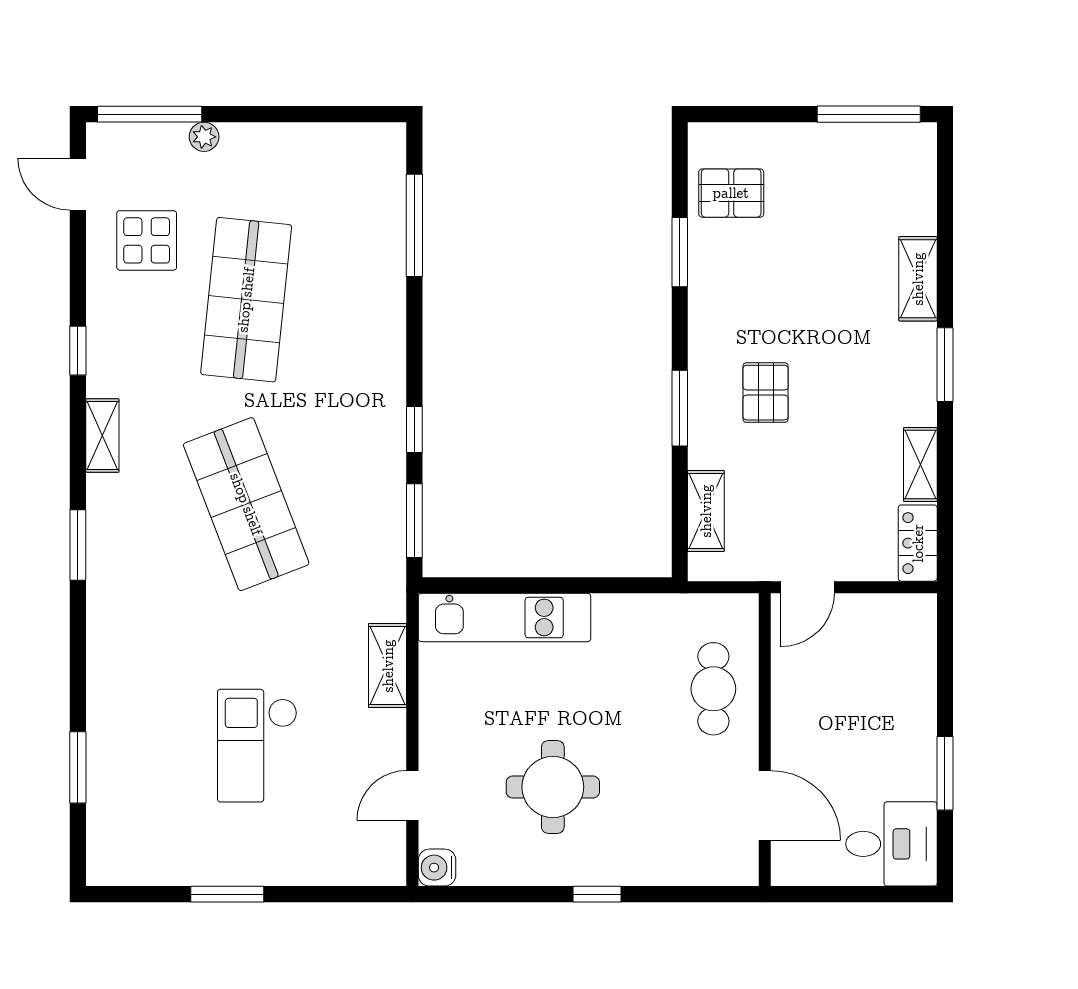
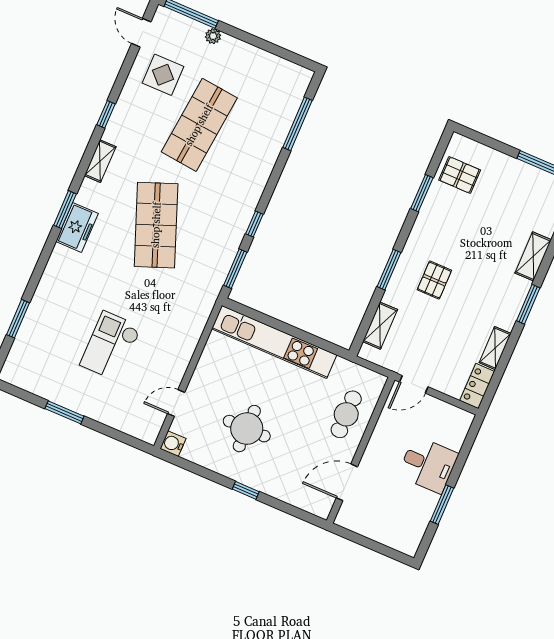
freezer: (112, 567) -> (77, 228), added
kitchen unit: (505, 617) -> (274, 342), width x1.36
shelving: (388, 666) -> (191, 334), removed
door: (765, 805) -> (347, 482), swing flipped
desk: (891, 844) -> (428, 465), moved

